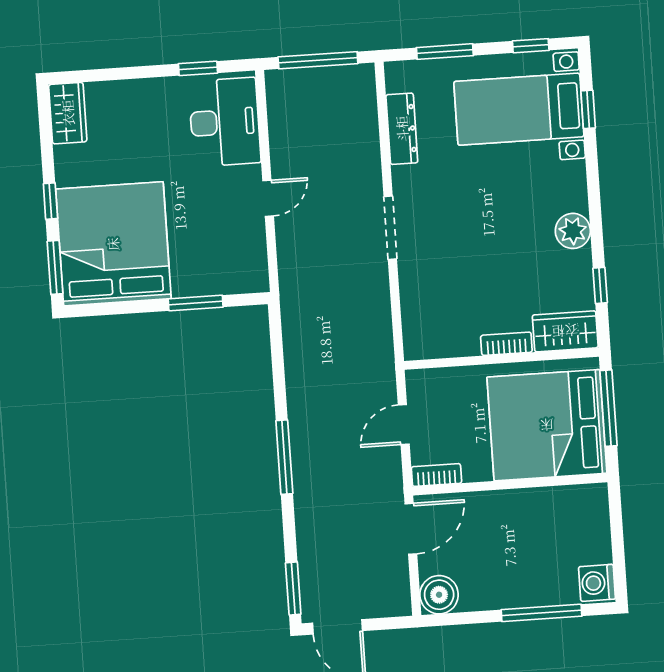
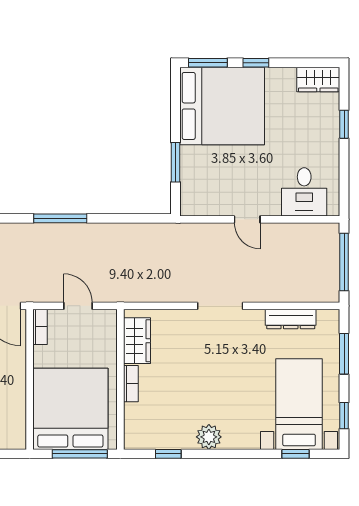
window: (198, 68) -> (344, 124), moved
desk: (225, 122) -> (304, 192), width x0.73
wardrobe: (565, 331) -> (137, 341), moved

